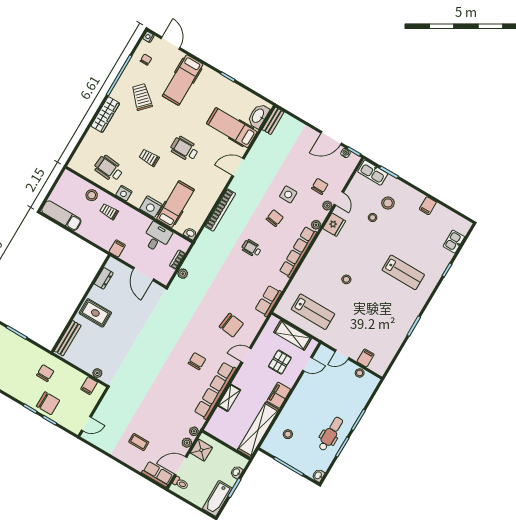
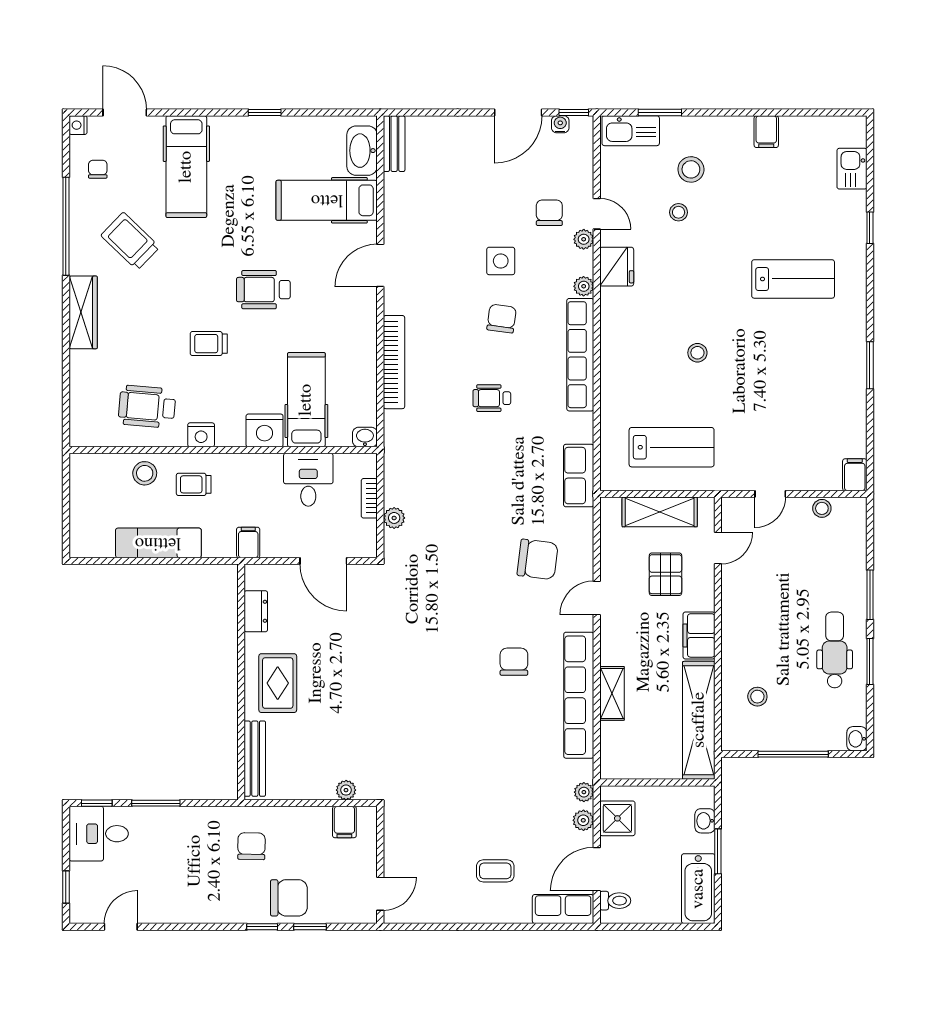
exam couch: (61, 216) -> (158, 543), moved
rug: (95, 313) -> (278, 683), turned 90
filing cabinet: (366, 358) -> (855, 475), moved

